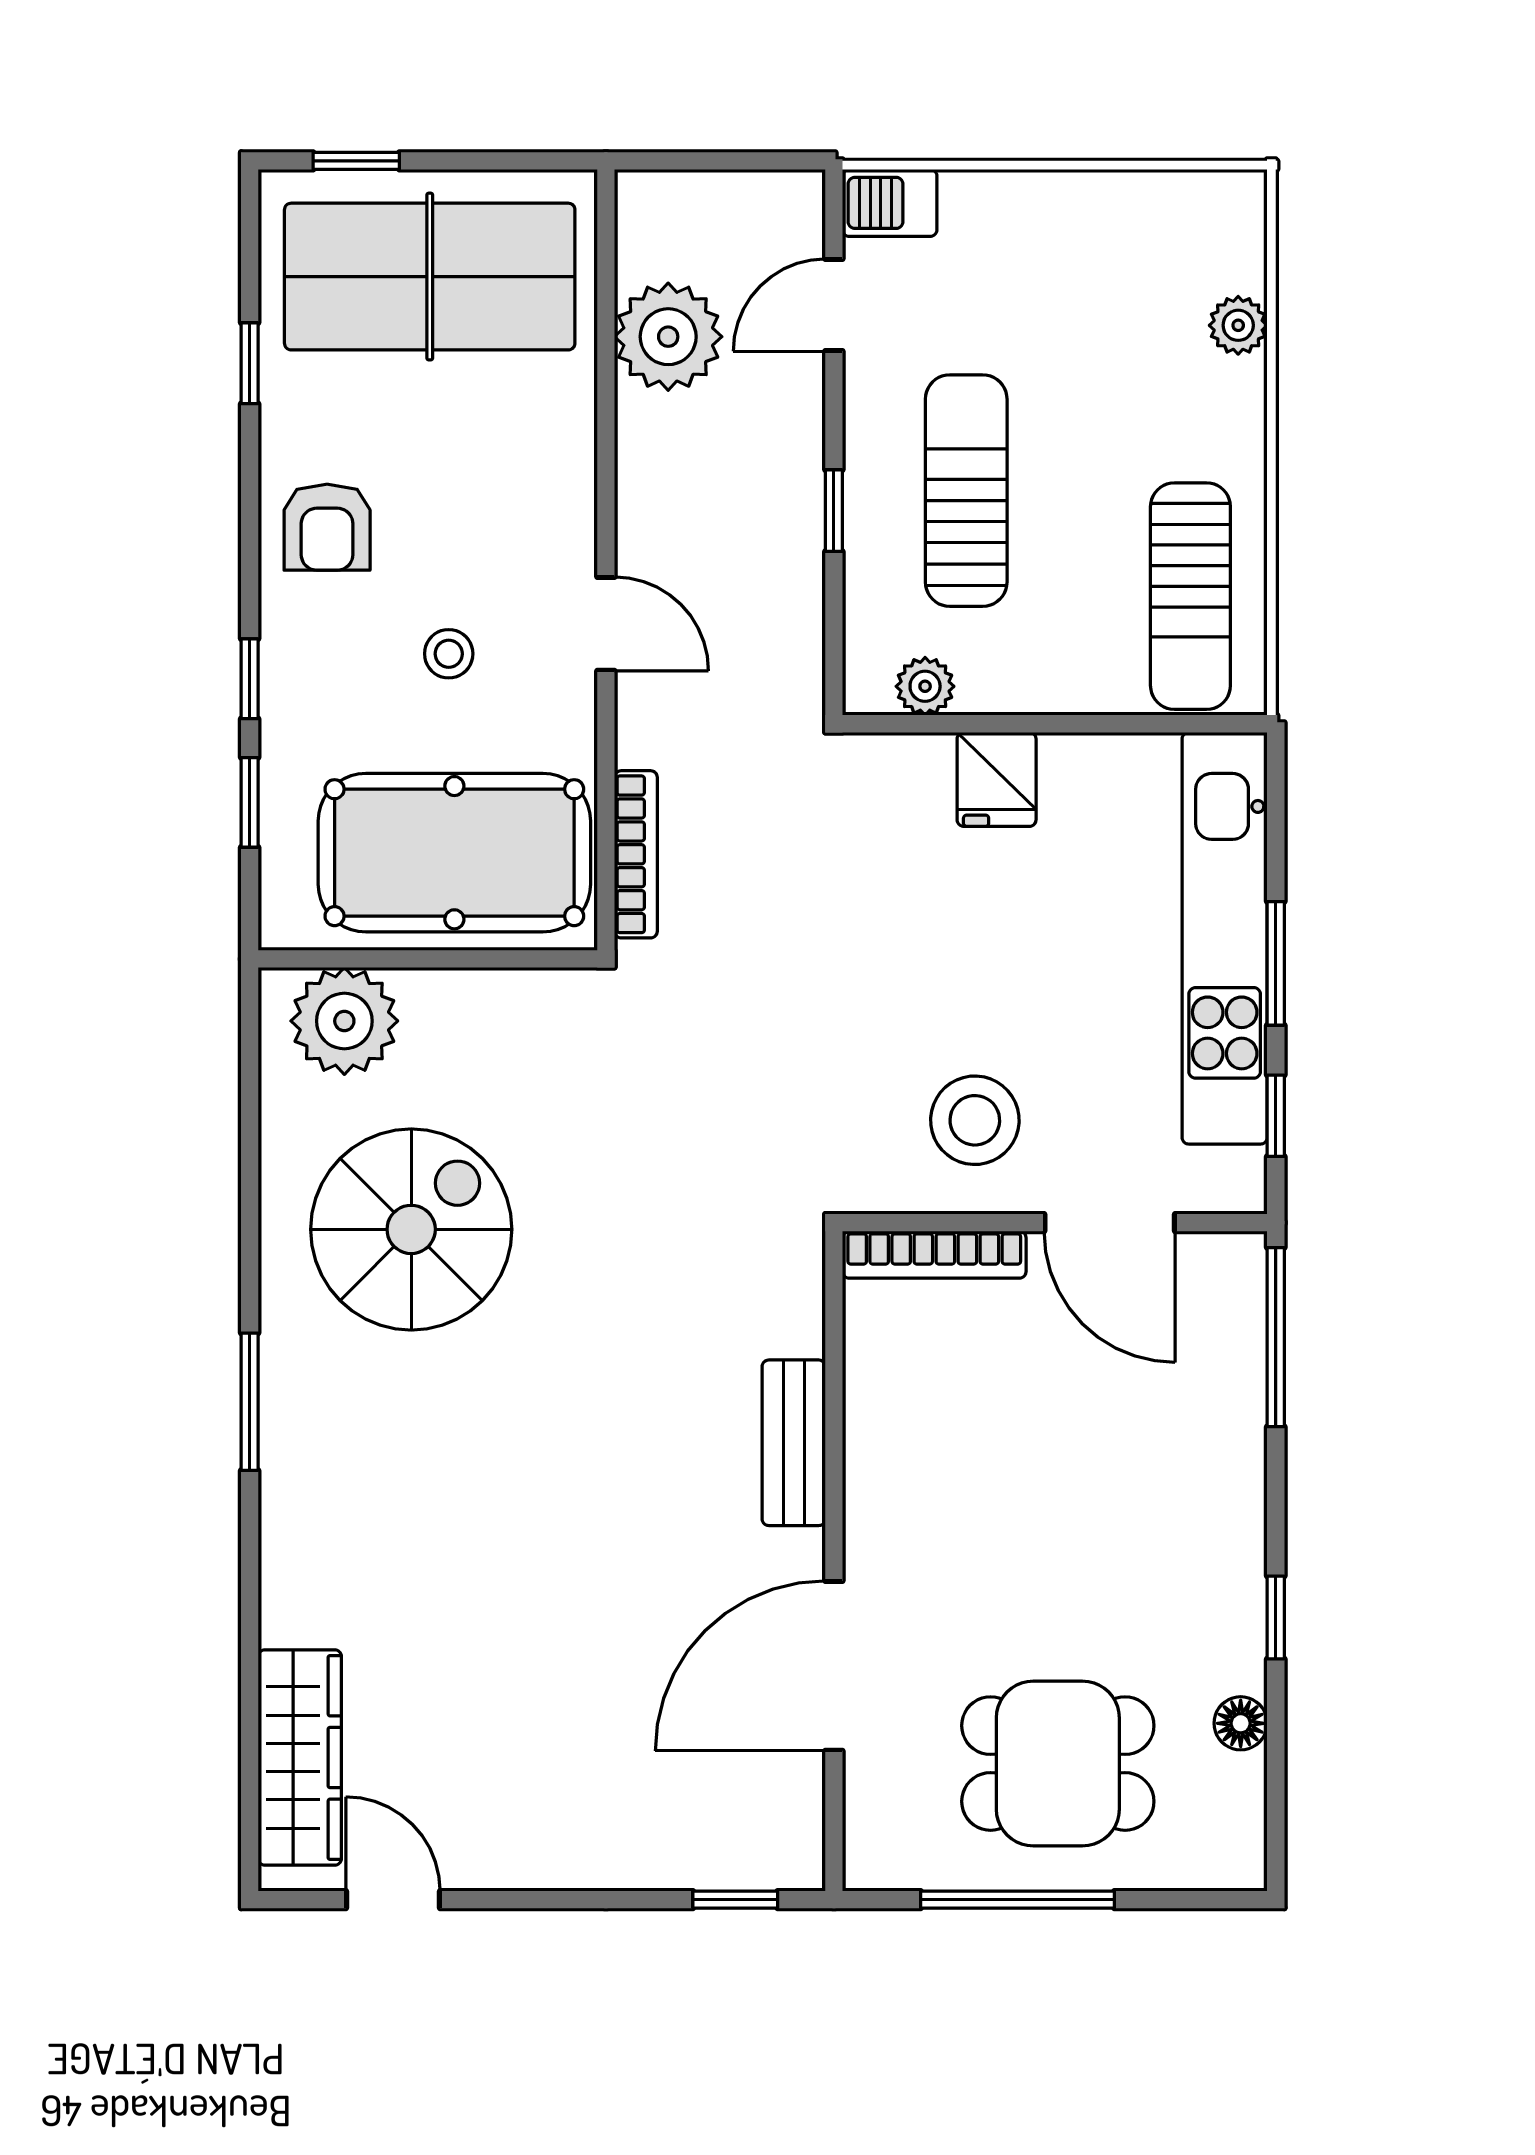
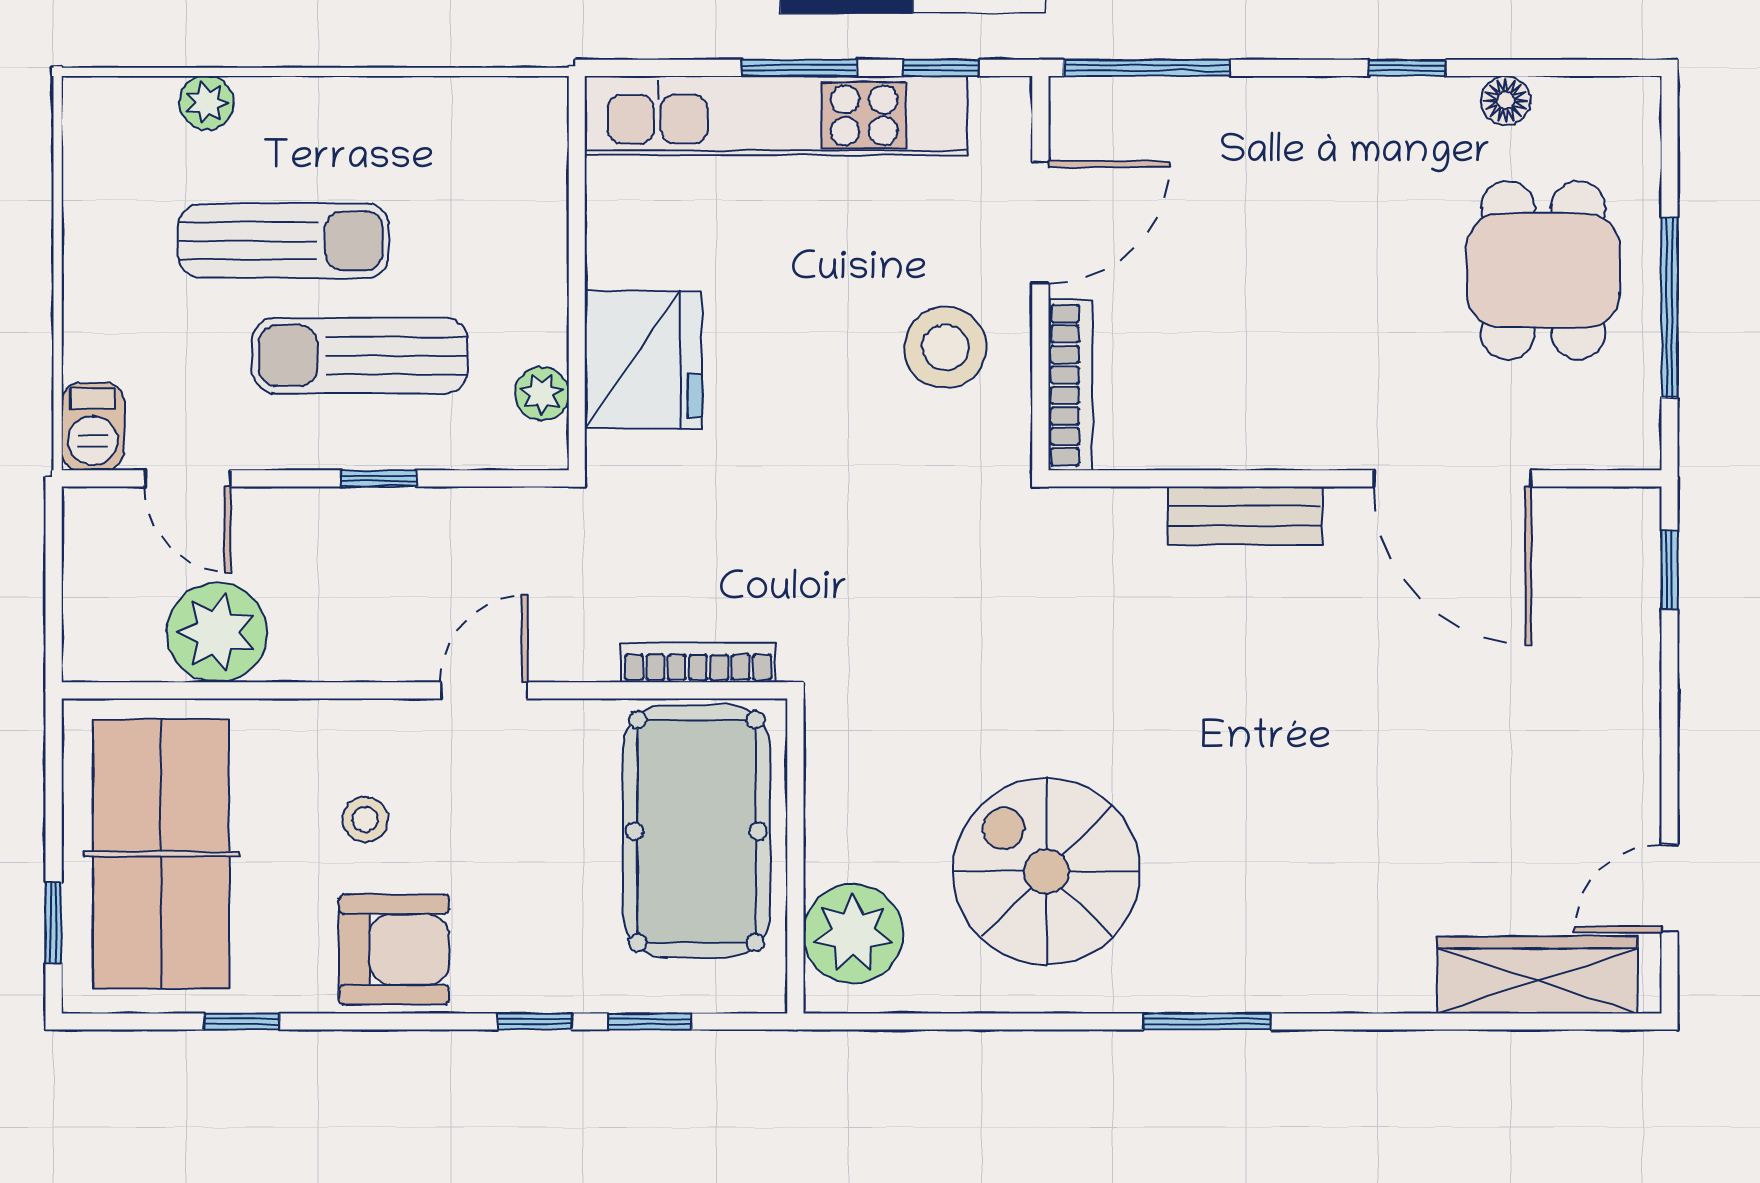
armchair: (327, 527) -> (394, 950), width x1.38, depth x1.38
sun lounger: (1190, 596) -> (283, 241), moved
stool: (449, 654) -> (365, 819), moved
fridge: (997, 779) -> (643, 360), width x1.88, depth x1.34

